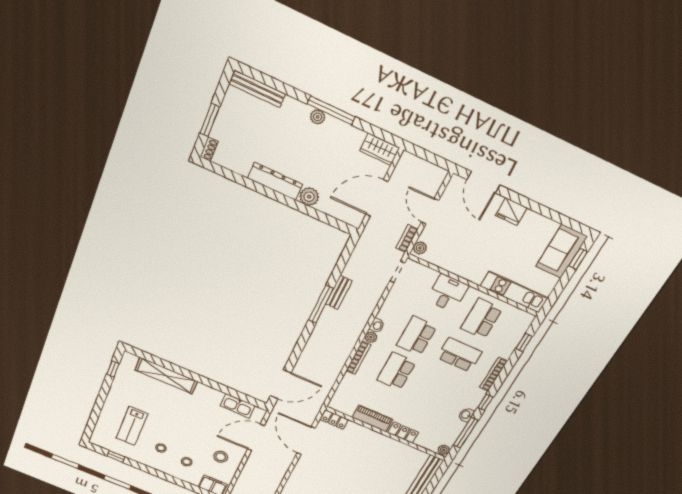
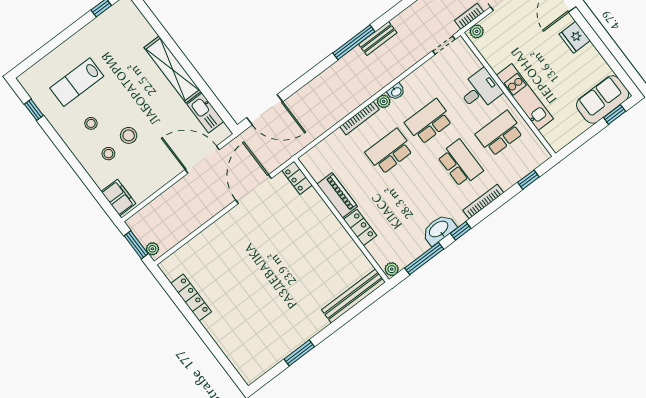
kitchen unit: (514, 292) -> (525, 97), moved
shelving: (166, 376) -> (173, 69), moved
washbasin: (466, 415) -> (439, 229), width x1.91, depth x1.45
stool: (221, 457) -> (129, 135), moved

